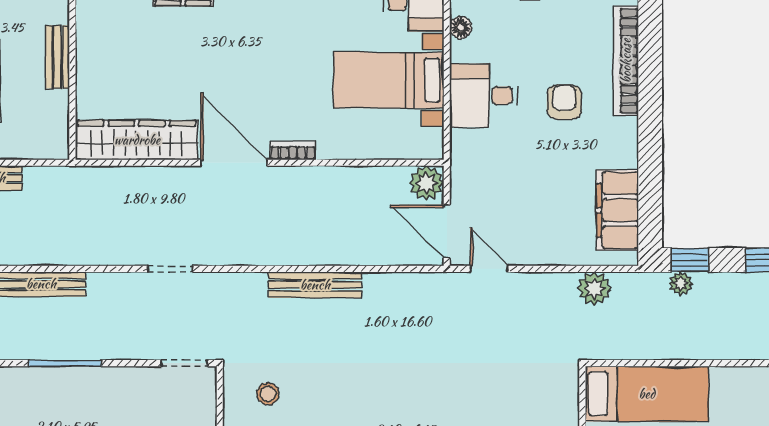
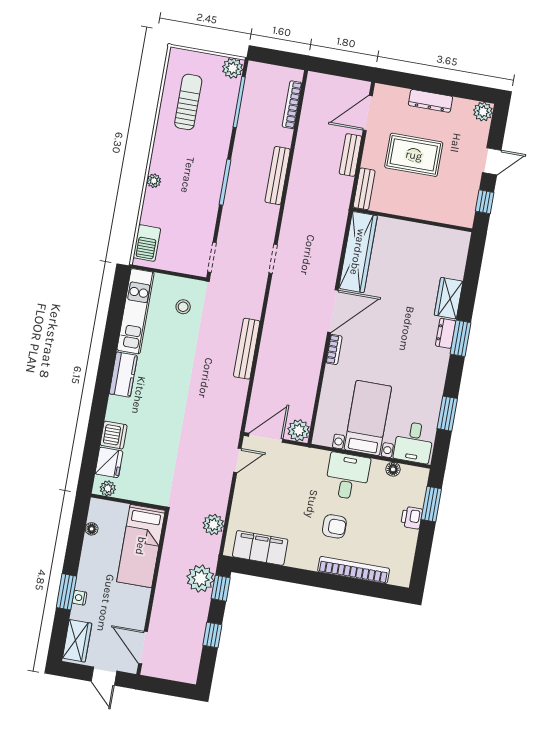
bench: (57, 57) -> (364, 189), moved, turned 90
plant: (680, 283) -> (200, 578), width x1.88, depth x1.88

